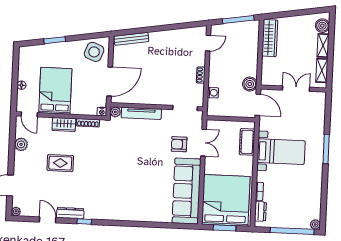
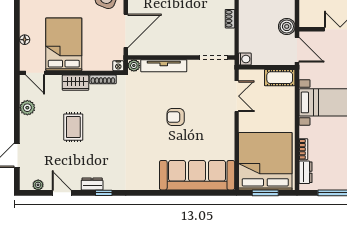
washing machine: (213, 93) -> (245, 59), moved
cot: (247, 142) -> (280, 78), moved, turned 90
armchair: (179, 144) -> (176, 117), moved
rug: (60, 163) -> (73, 127), turned 90
sofa: (186, 191) -> (197, 175), moved, turned 90
plant: (16, 211) -> (38, 185), moved
dresser: (70, 213) -> (92, 184), width x0.70

